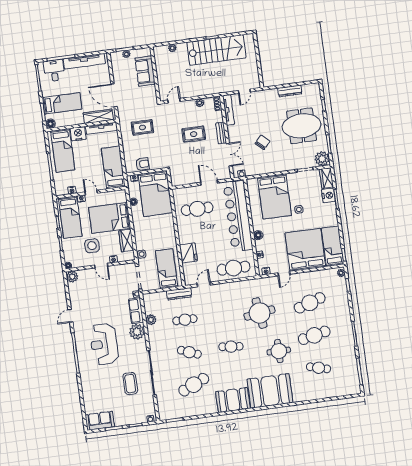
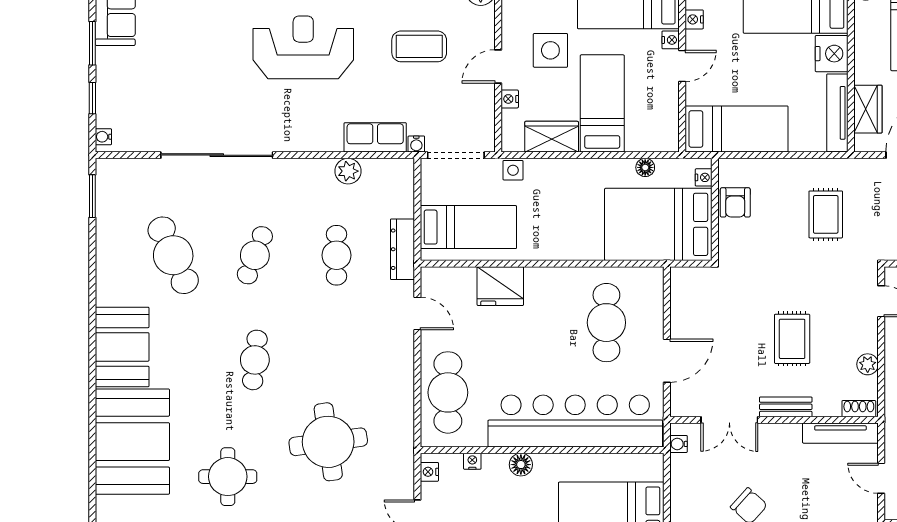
wardrobe: (98, 116) -> (868, 109), width x0.67
bed: (110, 218) -> (602, 103), width x0.67
plant: (137, 332) -> (323, 133), removed
coffee table: (130, 384) -> (419, 46), moved

